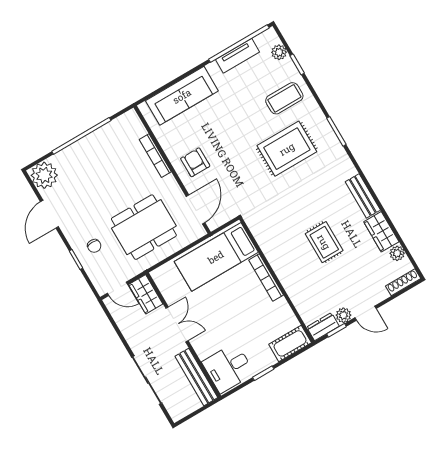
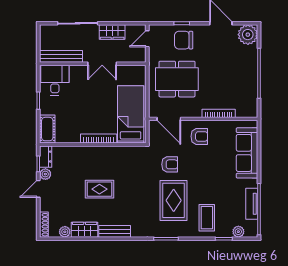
armchair: (248, 178) -> (170, 164), added
dining table: (144, 227) -> (177, 79), turned 90
chair: (94, 246) -> (184, 40), width x1.87, depth x1.87
wardrobe: (146, 294) -> (112, 32), moved, turned 180

